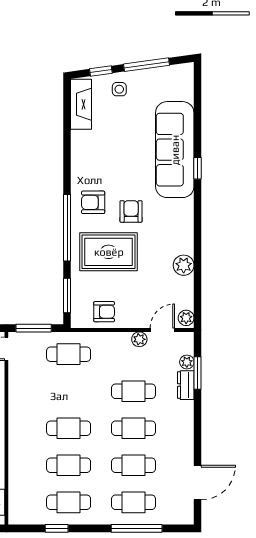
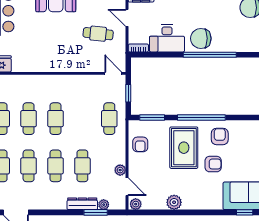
window: (34, 328) -> (128, 93), width x0.67
dresser: (186, 385) -> (82, 204), width x1.44

